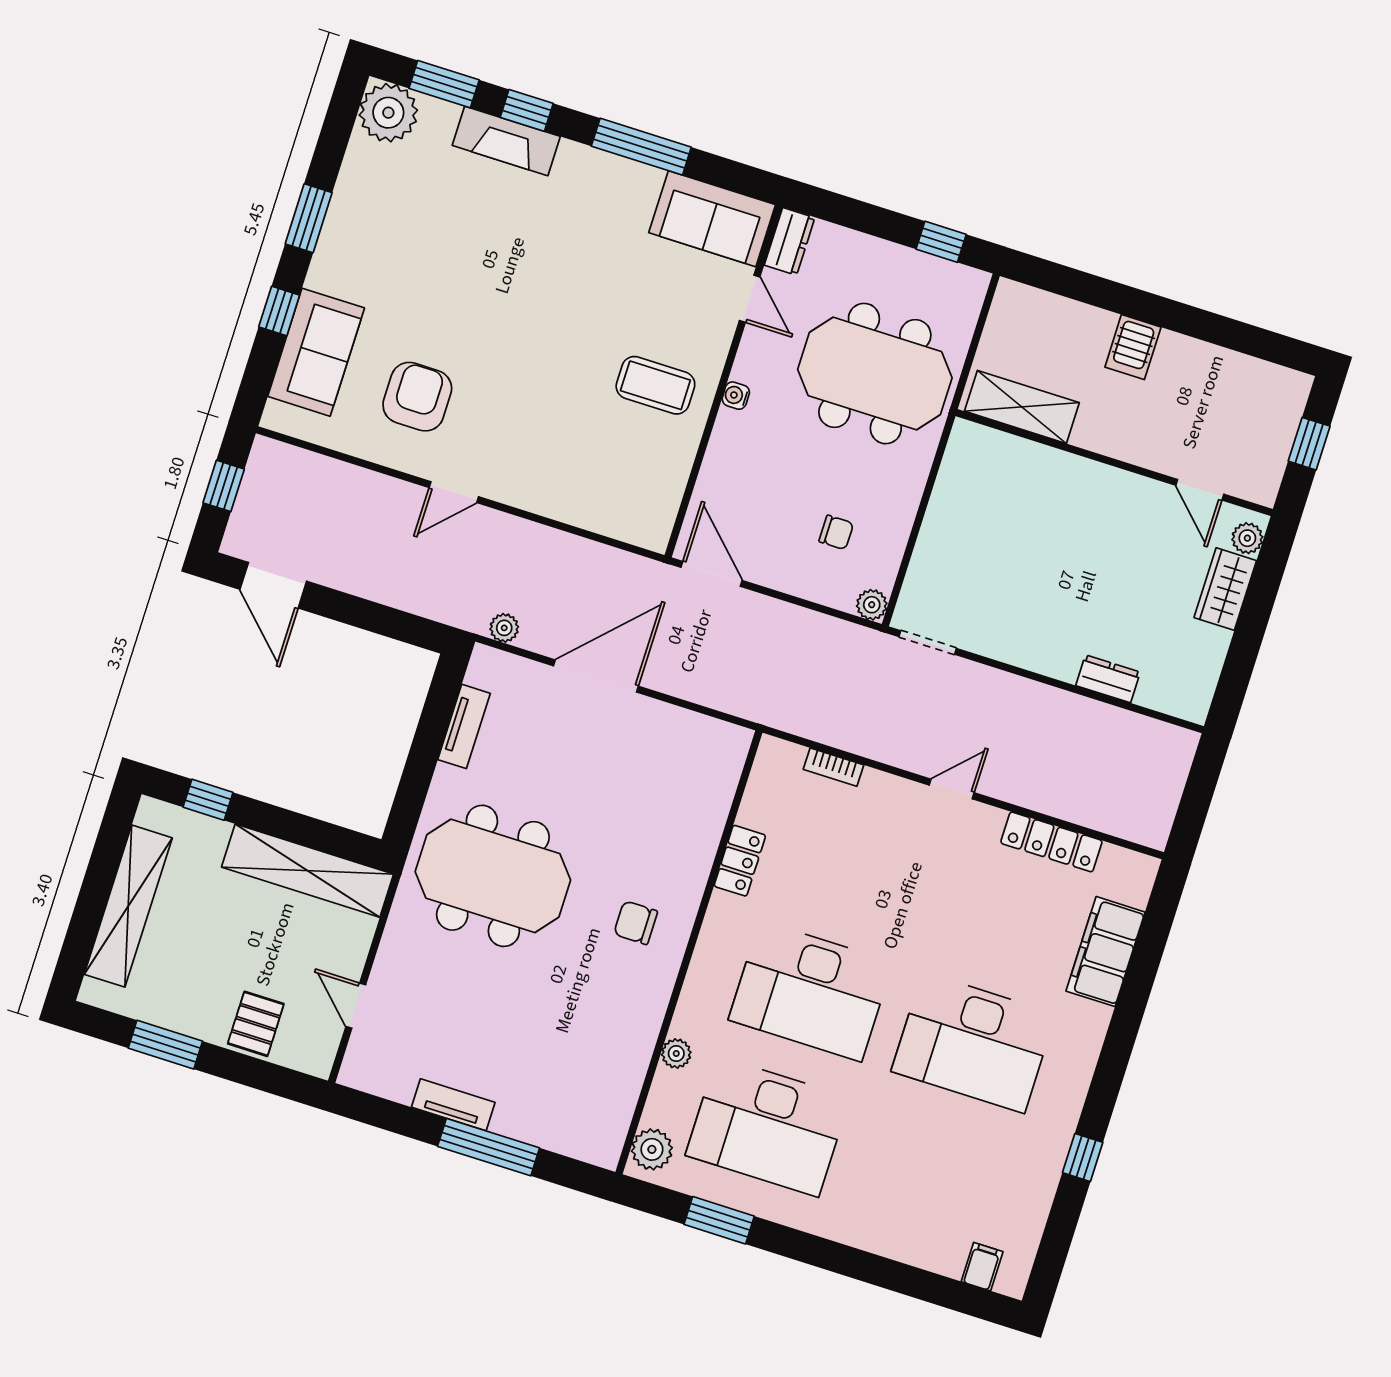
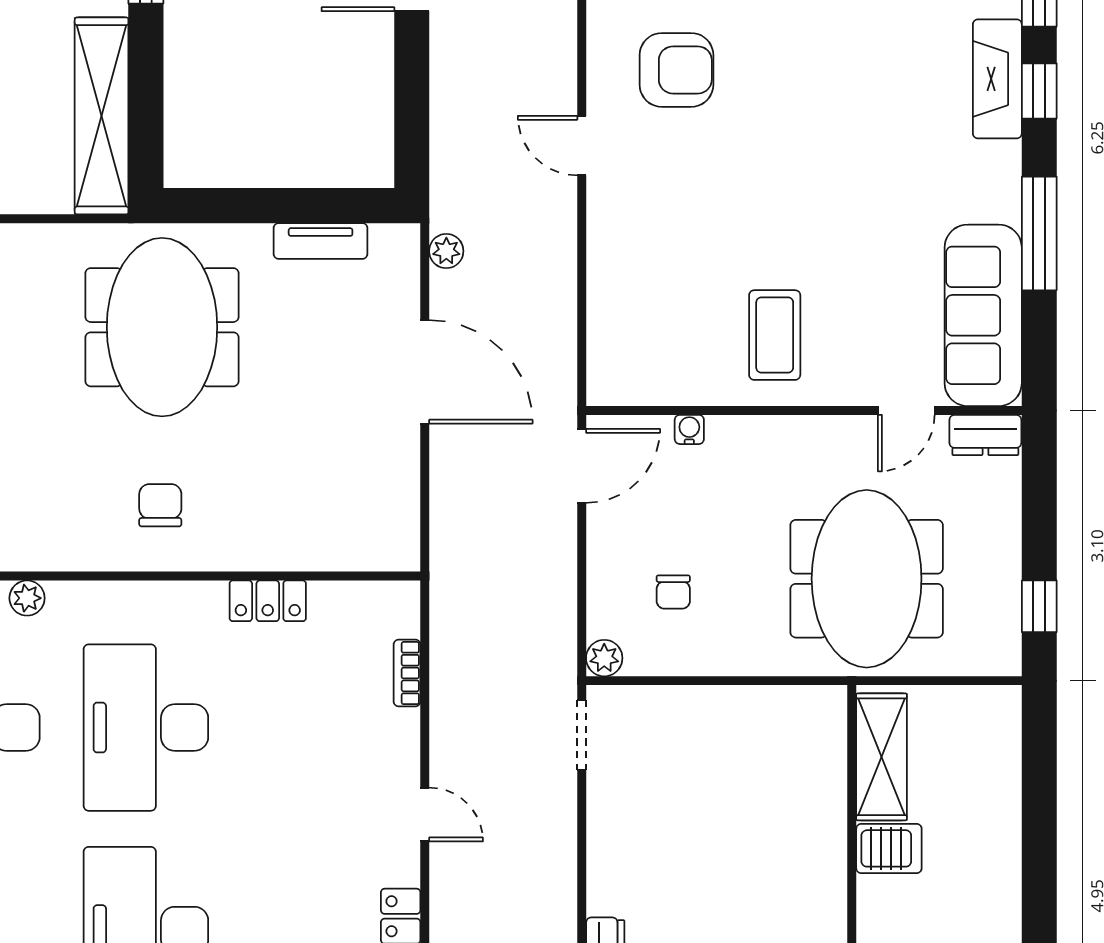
sofa: (712, 219) -> (983, 315), width x1.36
server rack: (1133, 347) -> (889, 848), moved, turned 180
water cooler: (736, 396) -> (689, 429), moved

